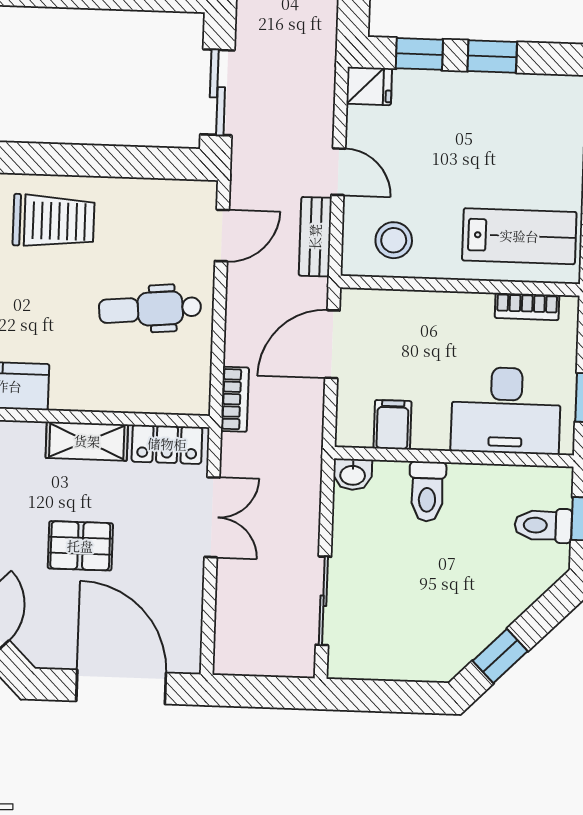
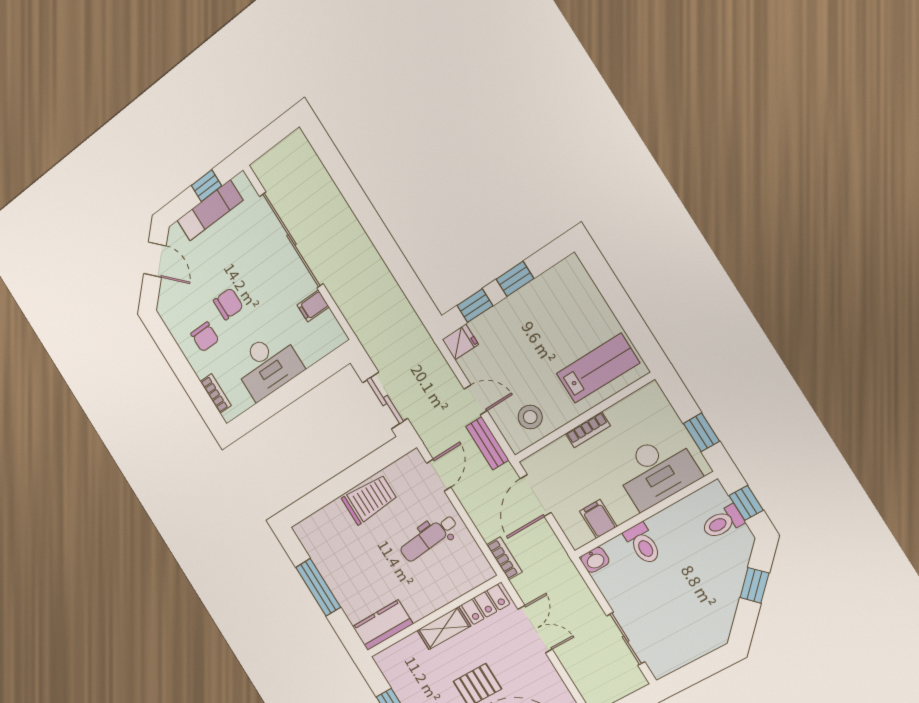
trolley: (54, 221) -> (369, 499), moved
bookcase: (527, 307) -> (588, 430), moved
window: (500, 656) -> (754, 585), moved

